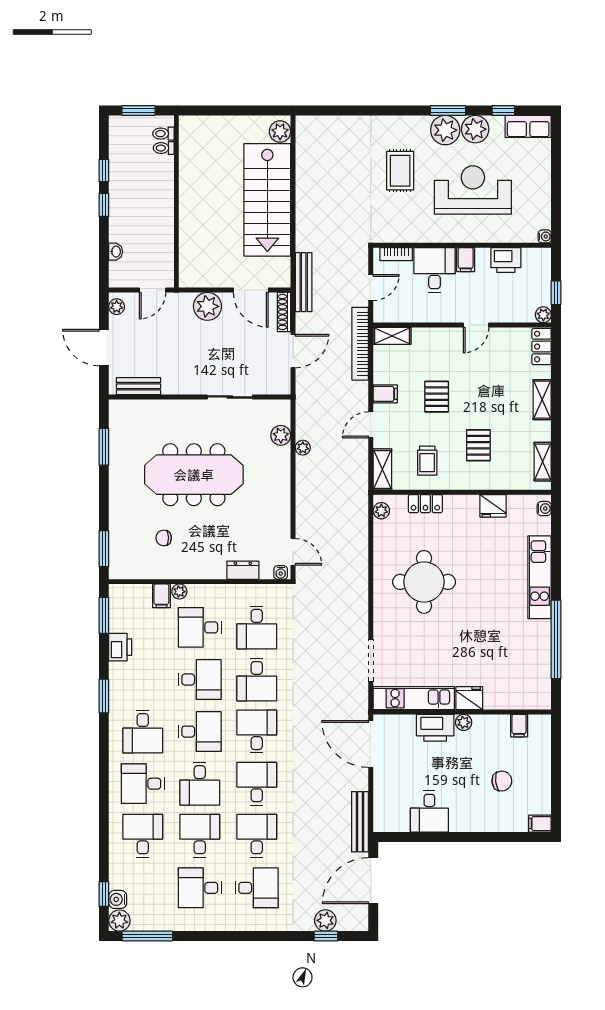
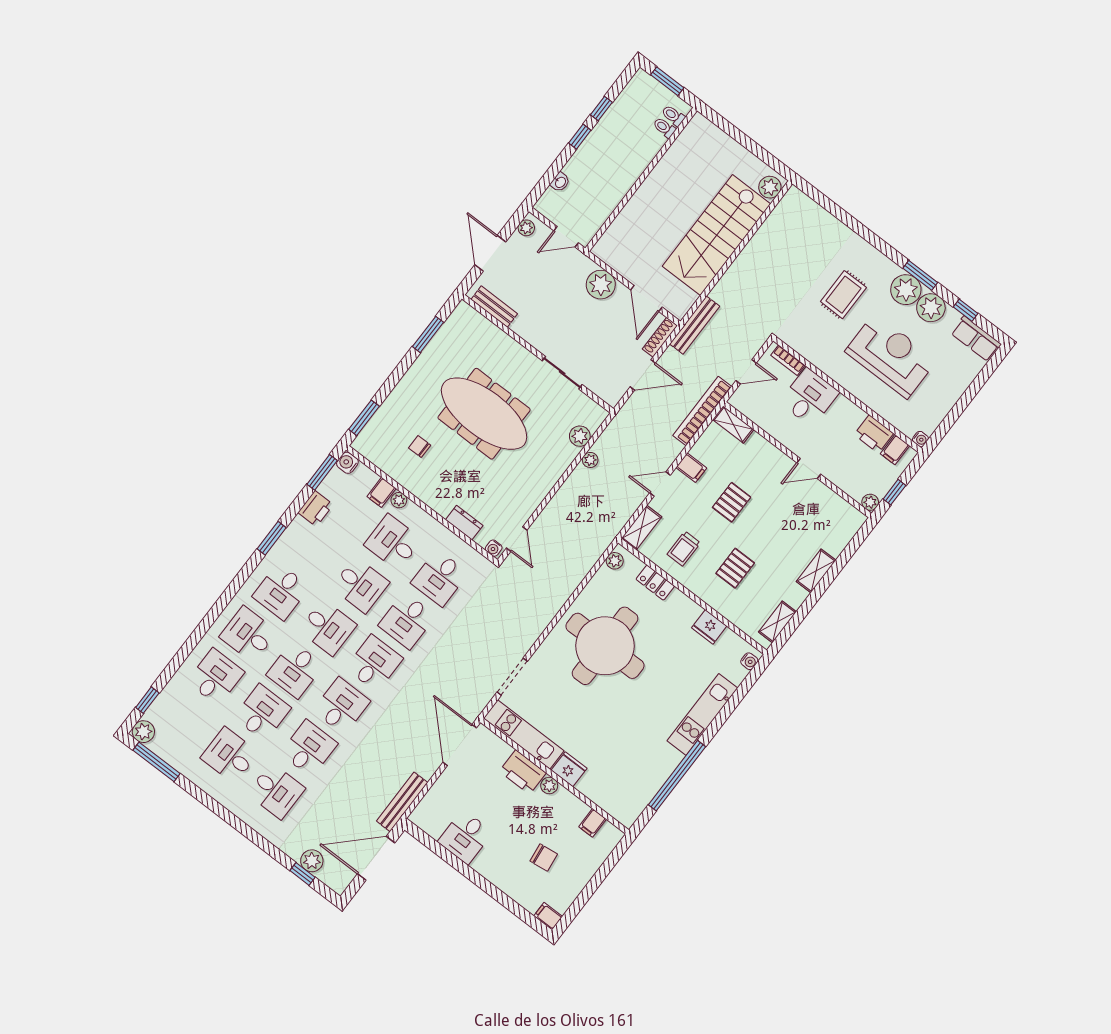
filing cabinet: (466, 260) -> (895, 450), moved
locker: (542, 347) -> (849, 527), removed
round table: (424, 582) -> (605, 646), width x1.36, depth x1.36
water cooler: (118, 899) -> (347, 463), moved

